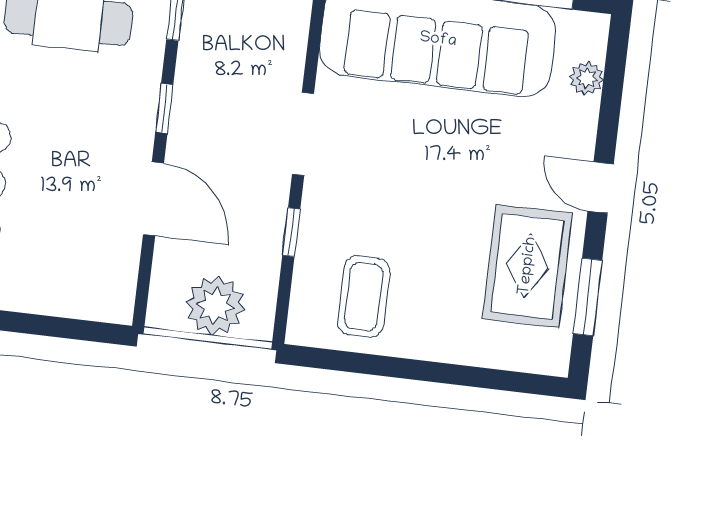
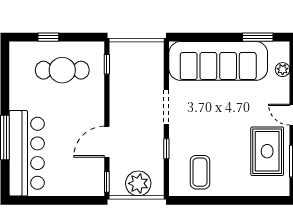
window: (164, 108) -> (107, 182), moved
door: (153, 199) -> (107, 142), swing flipped

